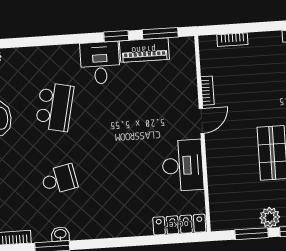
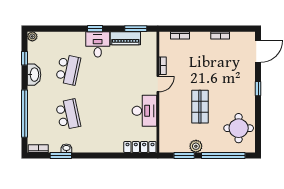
window: (116, 36) -> (95, 29), moved
school desk: (59, 179) -> (68, 114), width x1.85

